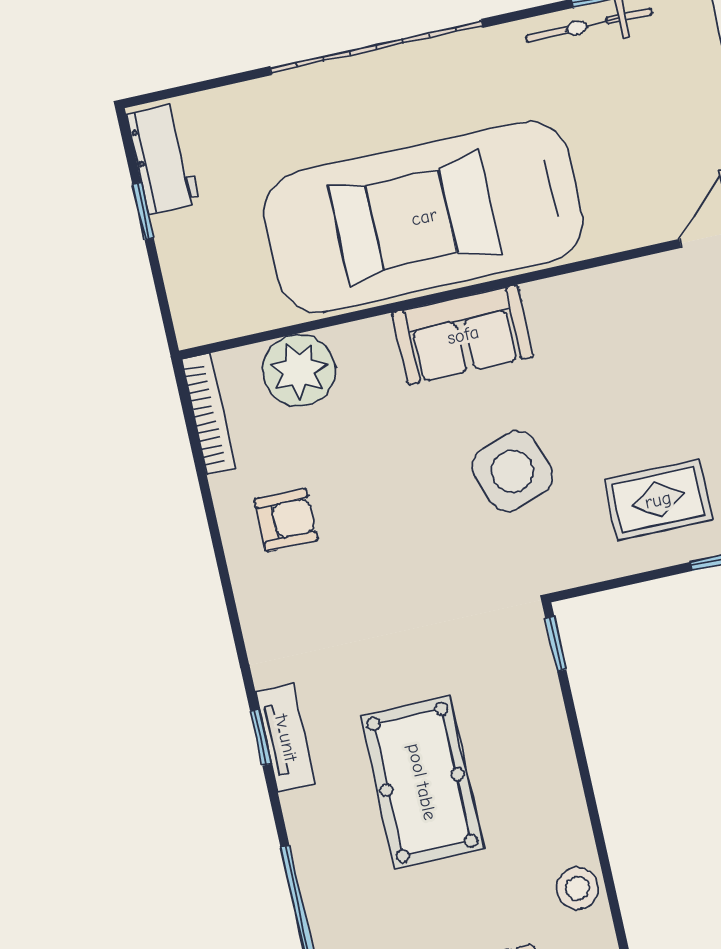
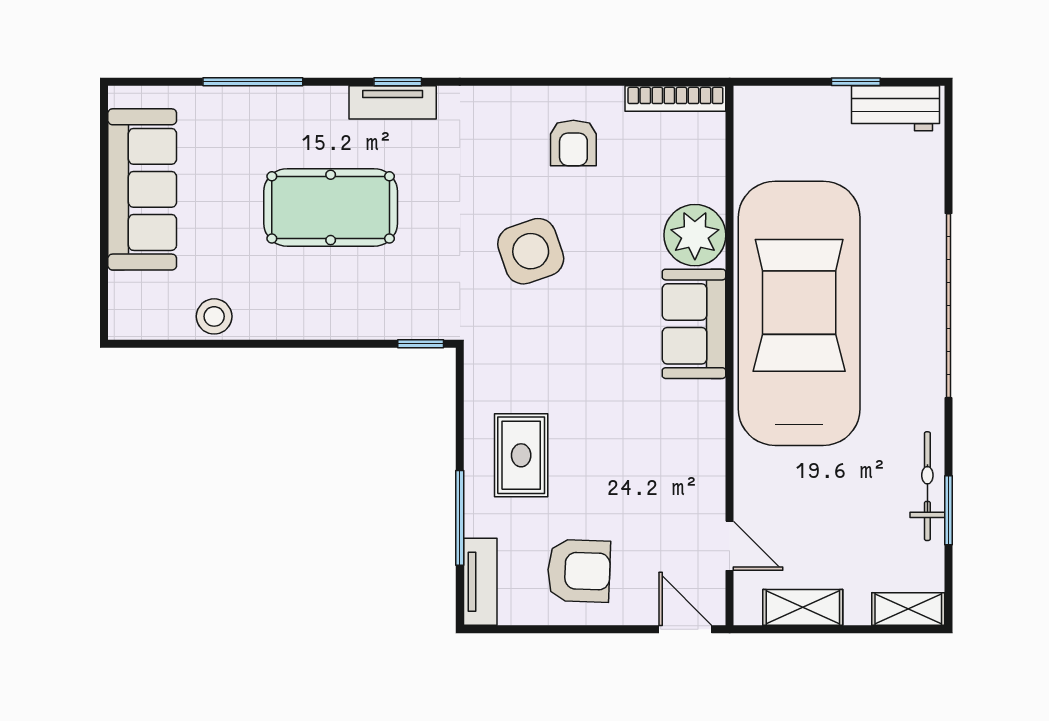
plant: (299, 370) -> (695, 235), moved
side table: (512, 471) -> (531, 251), moved

